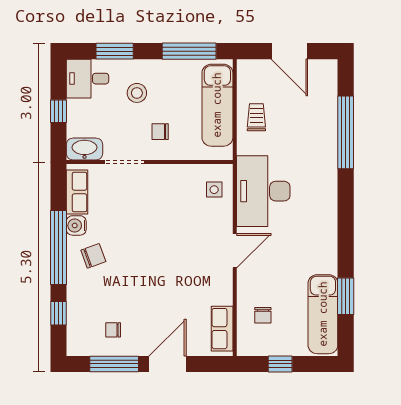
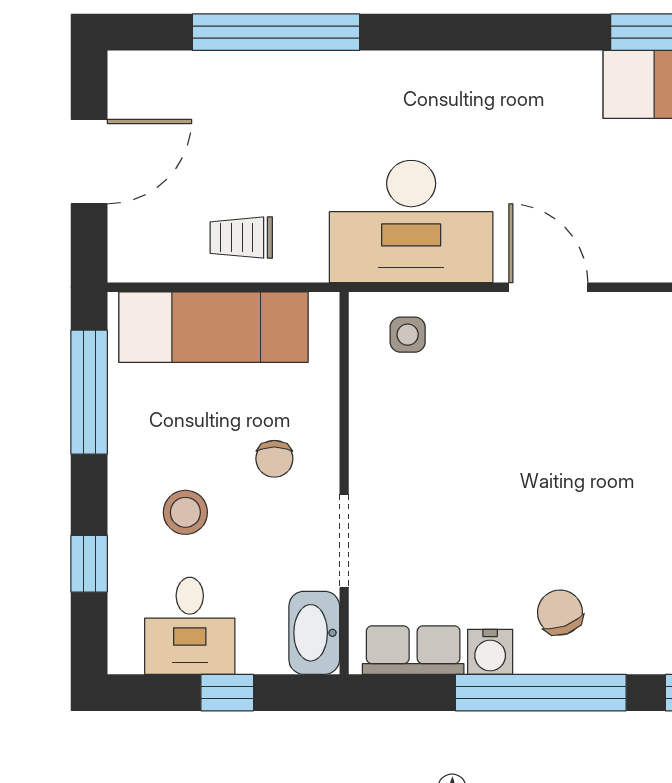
window: (115, 51) -> (89, 564), width x0.67
desk: (88, 79) -> (190, 626), moved

